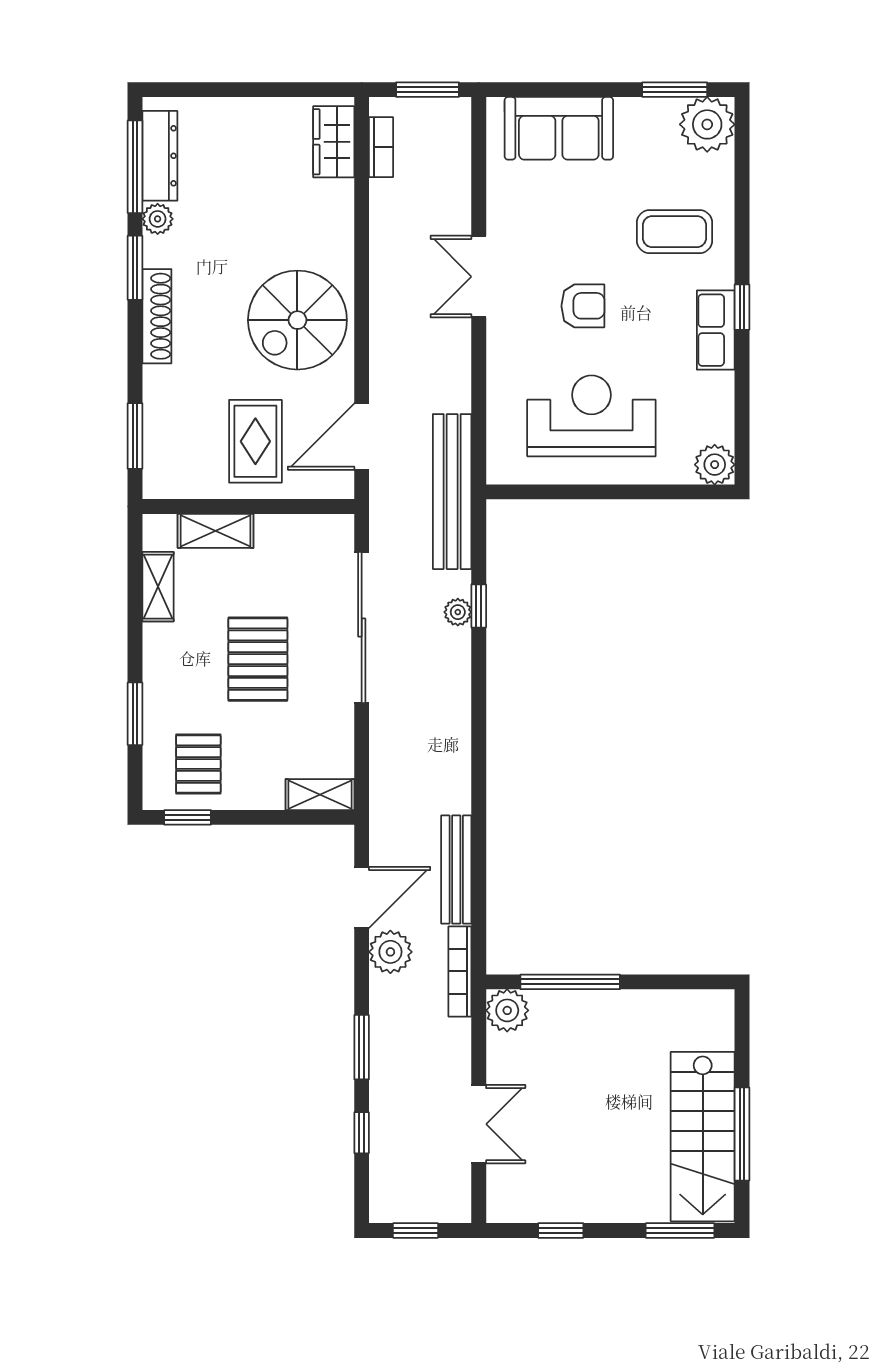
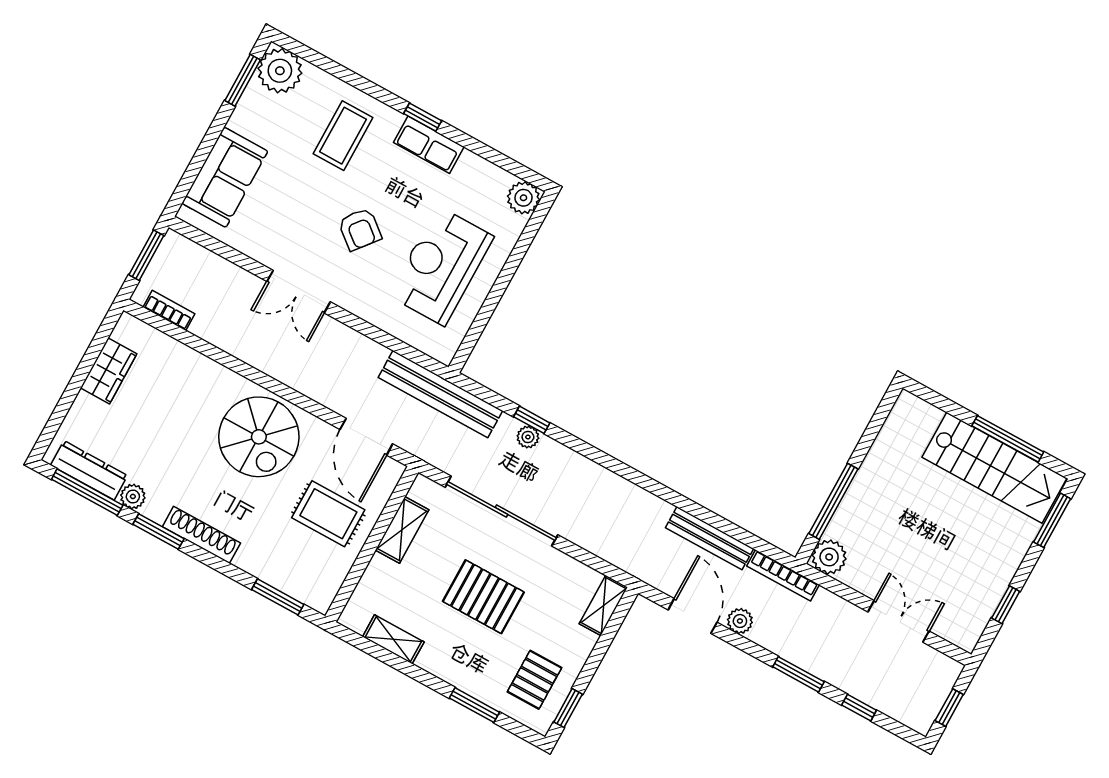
wardrobe: (334, 142) -> (109, 371), moved, turned -90
armchair: (583, 306) -> (360, 229), turned 129
shelving: (216, 531) -> (402, 530), moved
pallet: (198, 764) -> (535, 680), turned 90
plant: (390, 952) -> (740, 621), width x0.73, depth x0.73

